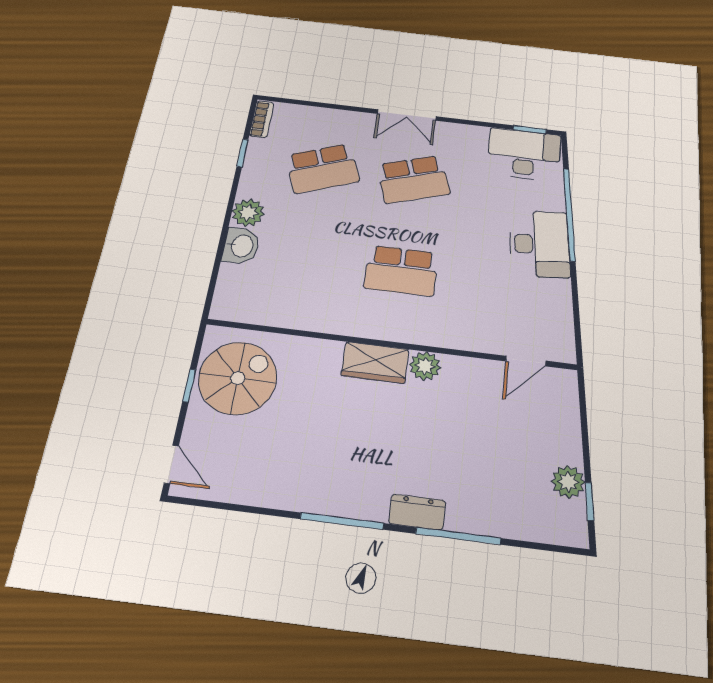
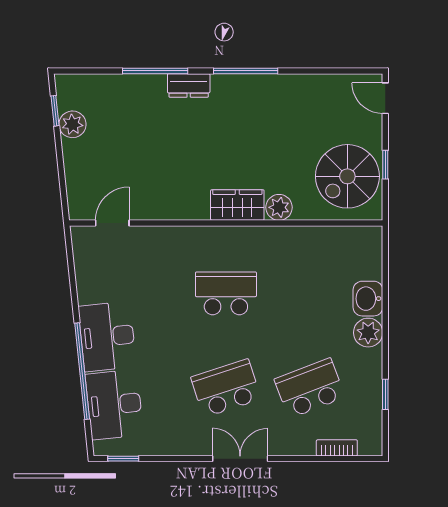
bookcase: (262, 119) -> (337, 448), moved, turned 90
desk: (524, 154) -> (114, 405), moved, turned 84
plant: (425, 366) -> (279, 207), moved

